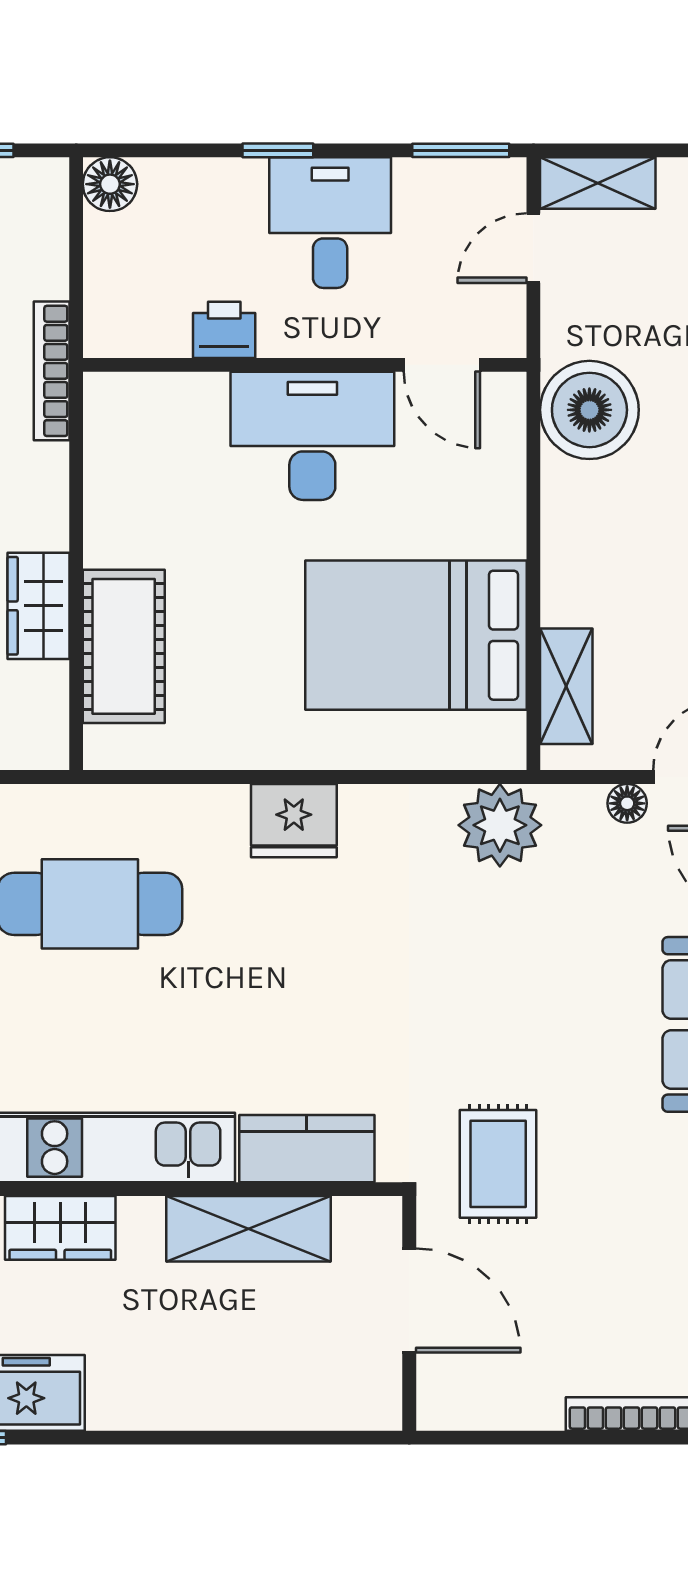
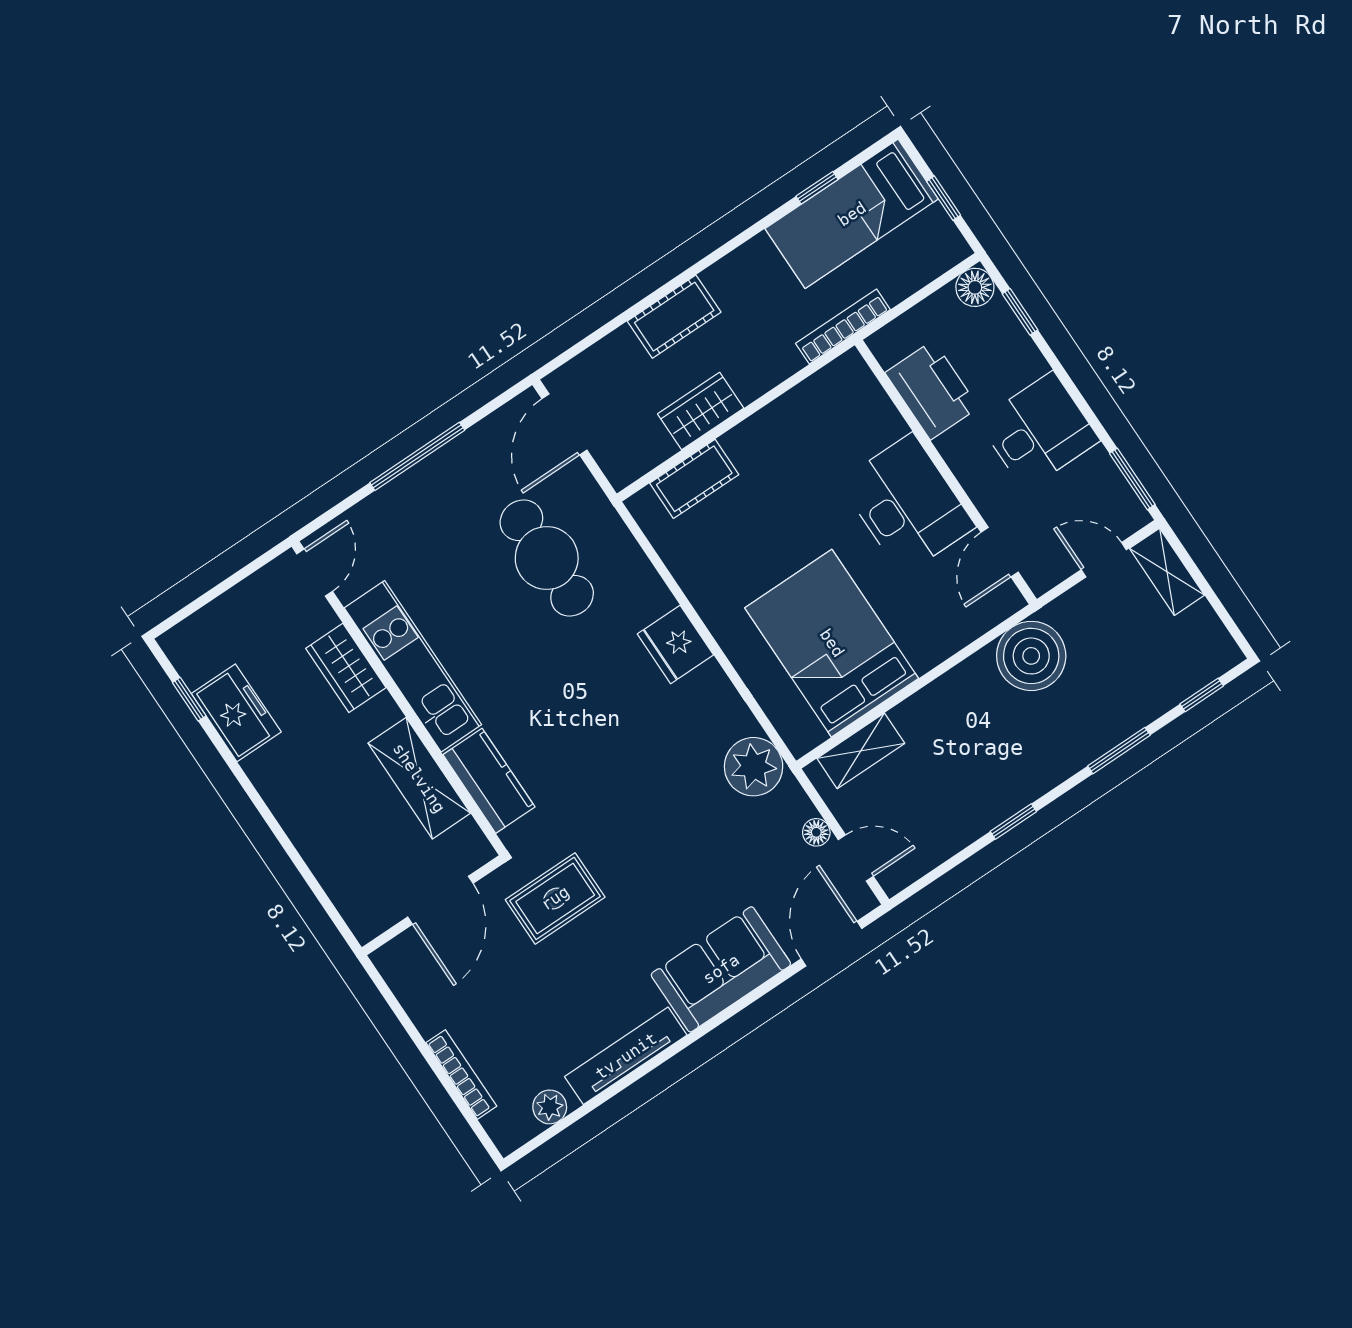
window: (278, 150) -> (1020, 312), moved
printer: (224, 330) -> (932, 390), width x1.87, depth x1.48
cot: (124, 646) -> (694, 479), width x0.73, depth x0.75

